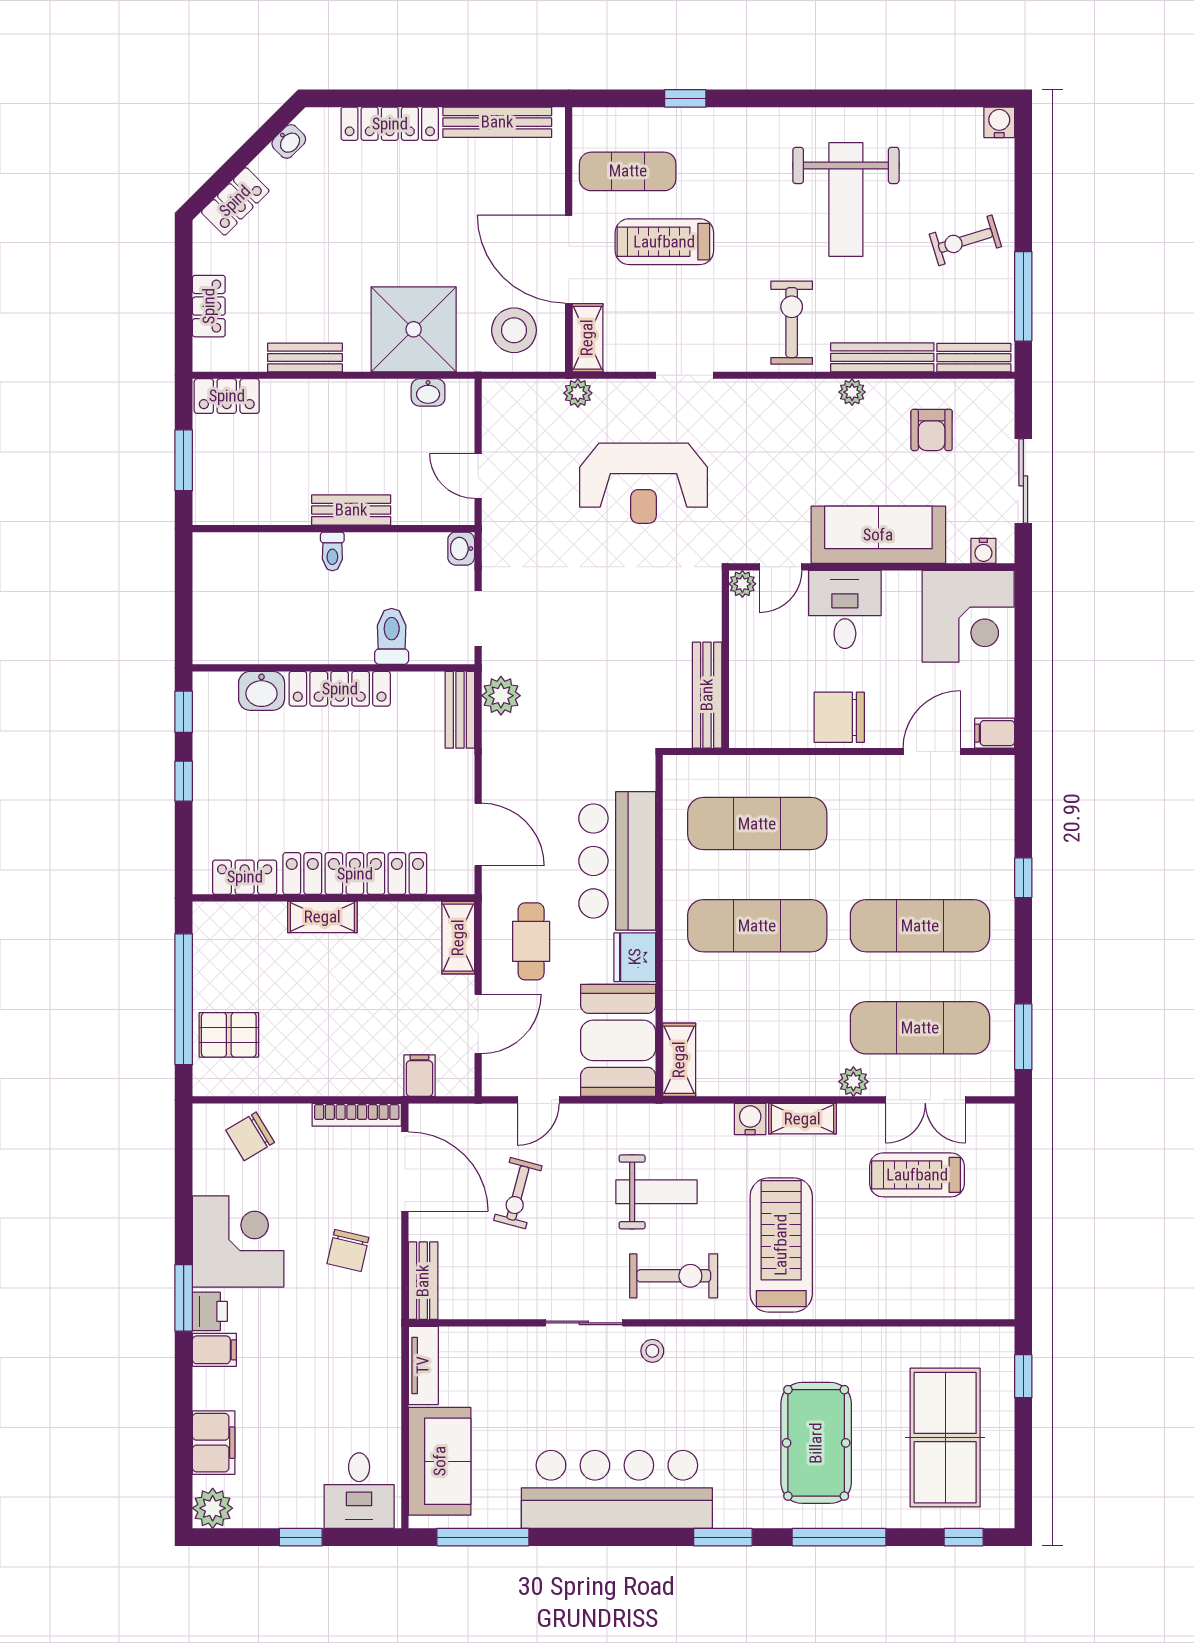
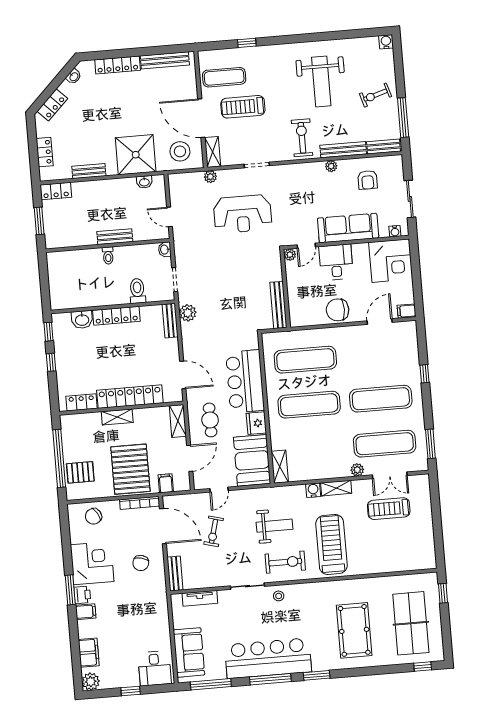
pallet: (342, 1037) -> (130, 469), added
tv unit: (423, 1365) -> (200, 598), moved, turned 90
window: (839, 1537) -> (270, 679), moved

